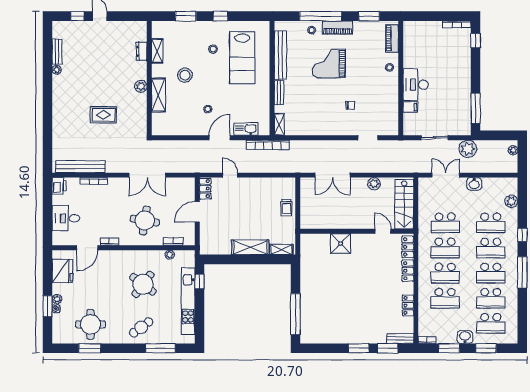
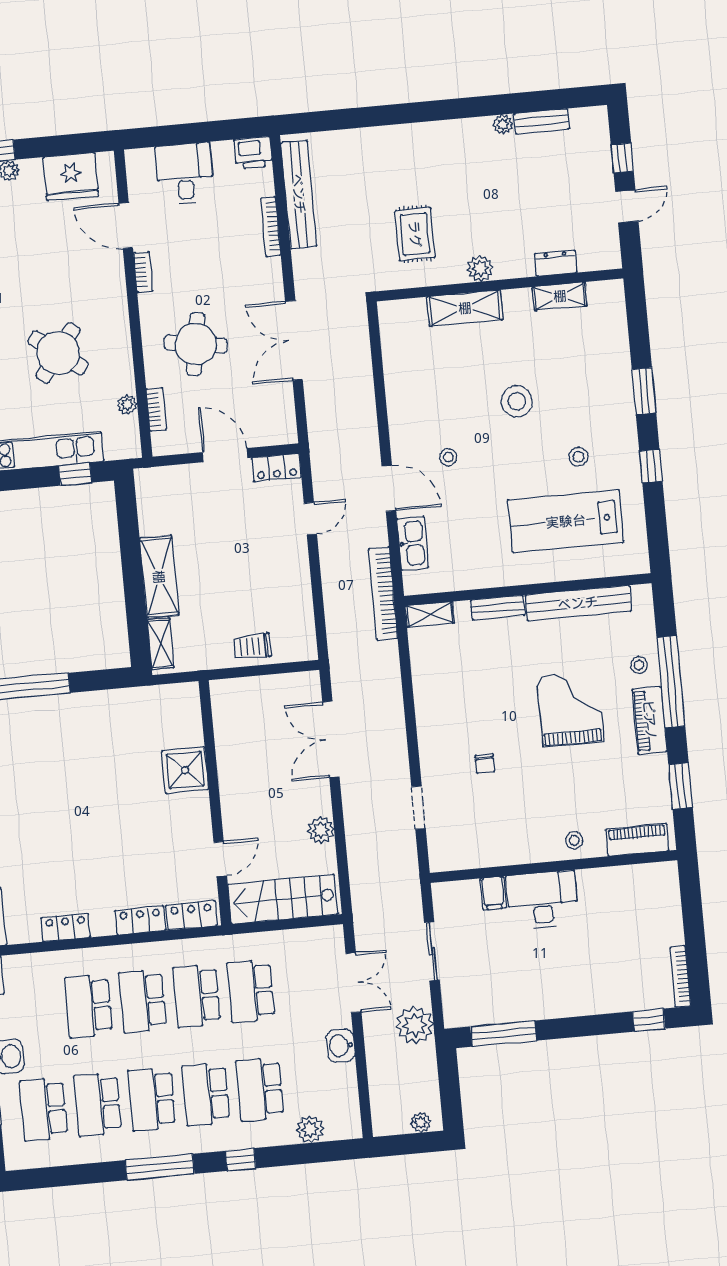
dresser: (142, 51) -> (556, 263), moved
shelving: (157, 51) -> (560, 296), moved
wall: (149, 78) -> (499, 285), moved
plant: (141, 86) -> (480, 268), moved
shelving: (158, 95) -> (465, 308), moved

